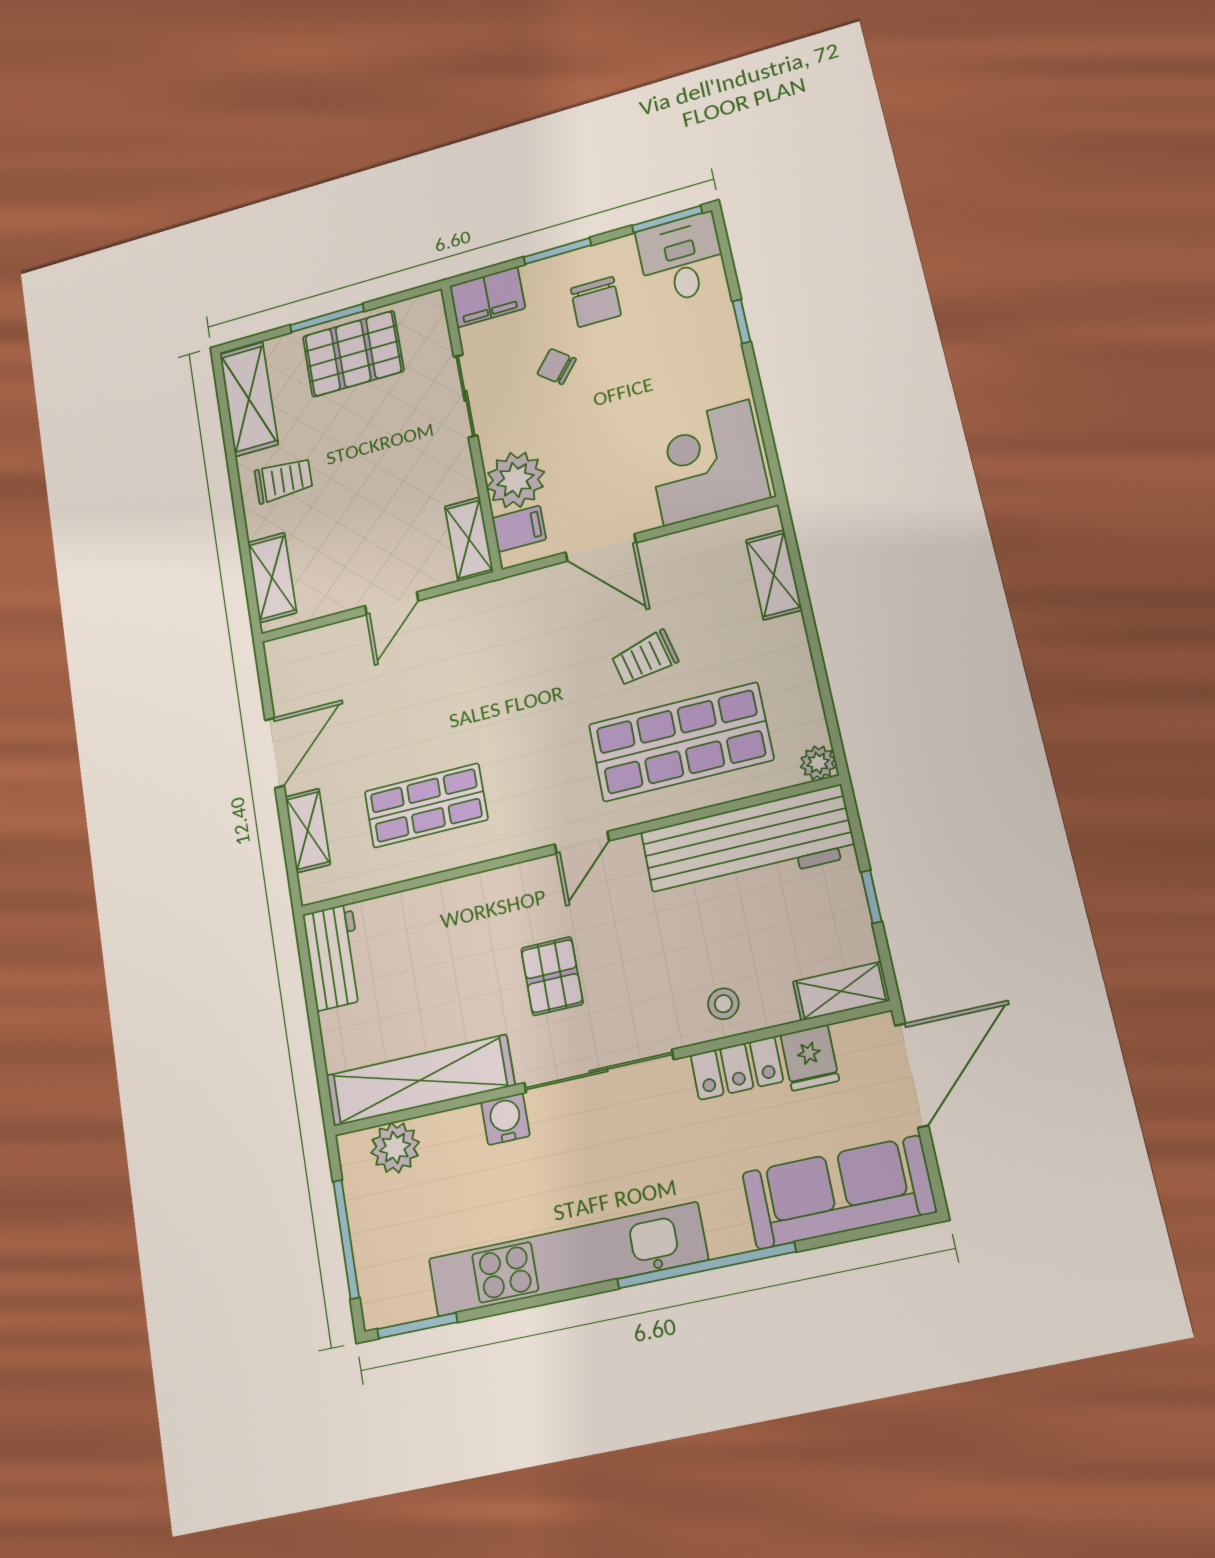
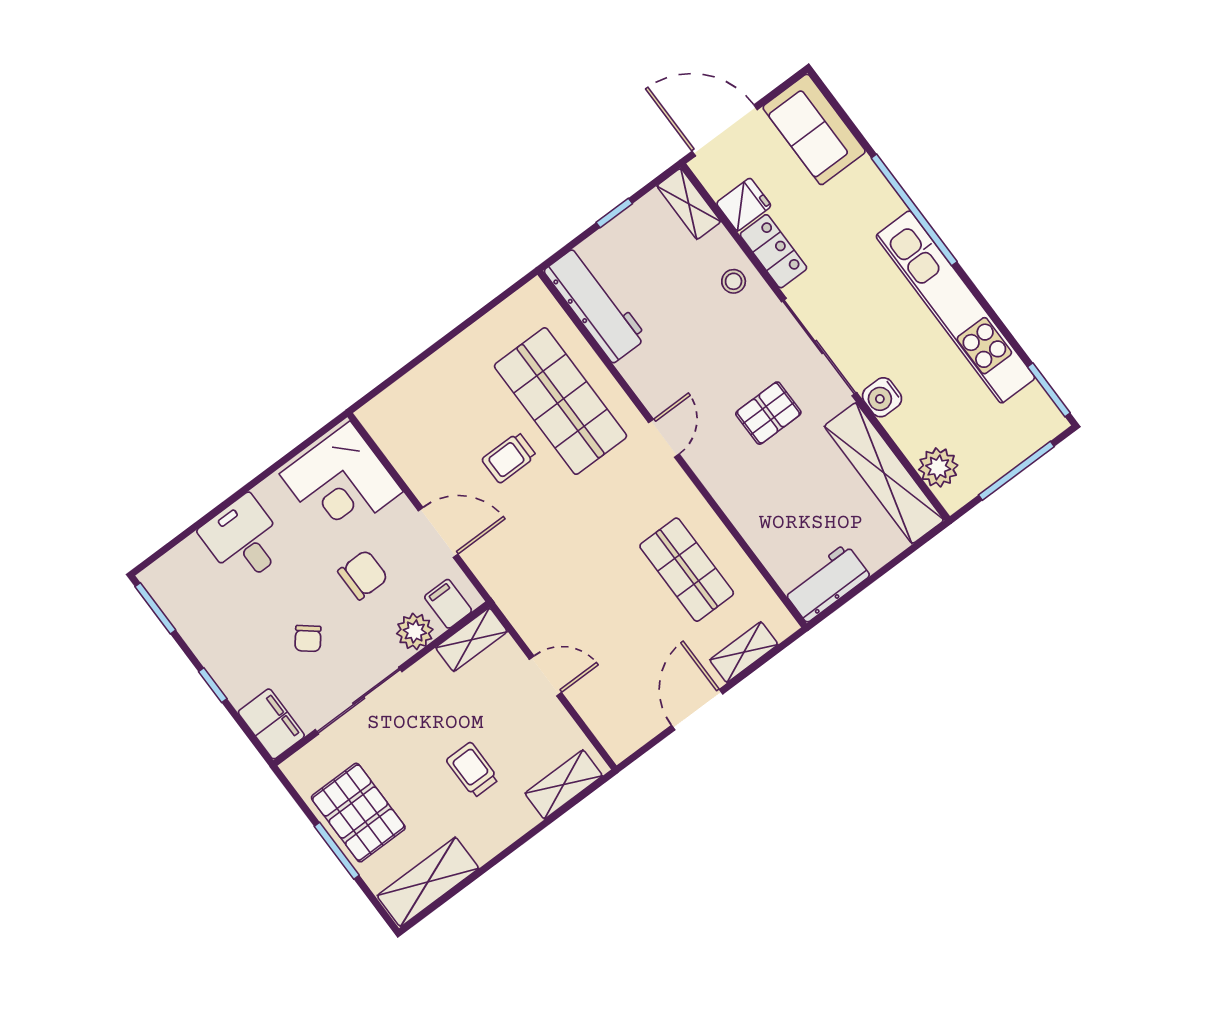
window: (557, 251) -> (213, 685), width x0.67
desk: (681, 259) -> (244, 540), moved, turned 90
chair: (596, 302) -> (363, 575), moved
window: (742, 321) -> (219, 509), removed
sliding door: (466, 396) -> (359, 701), width x1.37
trolley: (283, 480) -> (472, 770), moved
plant: (515, 480) -> (415, 631), width x0.73, depth x0.73
door: (601, 548) -> (438, 533), hinge flipped
shelving: (774, 575) -> (408, 391), removed
trolley: (645, 658) -> (509, 458), turned 103
door: (275, 753) -> (697, 710), hinge flipped
plant: (818, 763) -> (535, 294), removed
door: (582, 843) -> (664, 438), hinge flipped
workbench: (748, 844) -> (596, 304), width x0.73, depth x0.76
sofa: (839, 1192) -> (814, 129), width x0.73

